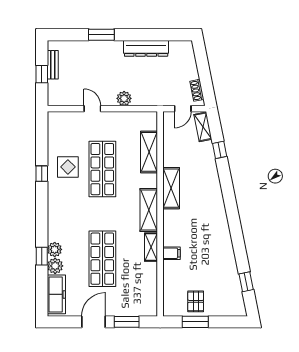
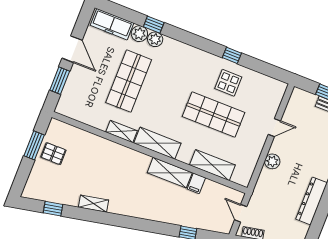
shelving: (203, 127) -> (93, 204), moved
filing cabinet: (171, 253) -> (196, 183), moved
shop shelf: (102, 259) -> (129, 81), turned 90

